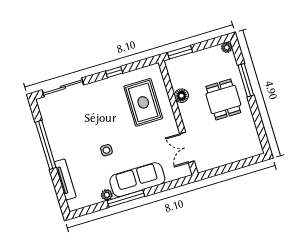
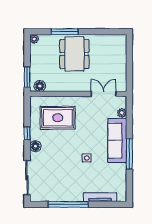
floor lamp: (102, 86) -> (35, 146), added
floor lamp: (181, 96) -> (40, 86), moved
dining table: (223, 100) -> (74, 54), width x1.38
double door: (187, 147) -> (104, 94), swing flipped
plant: (107, 195) -> (122, 113), moved

